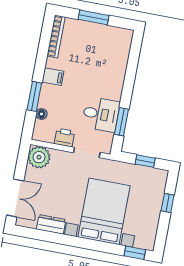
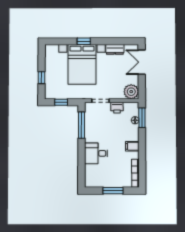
window: (34, 96) -> (142, 118), moved
desk: (101, 114) -> (96, 153), moved
window: (122, 122) -> (82, 125), width x1.44
window: (135, 253) -> (84, 41), moved

